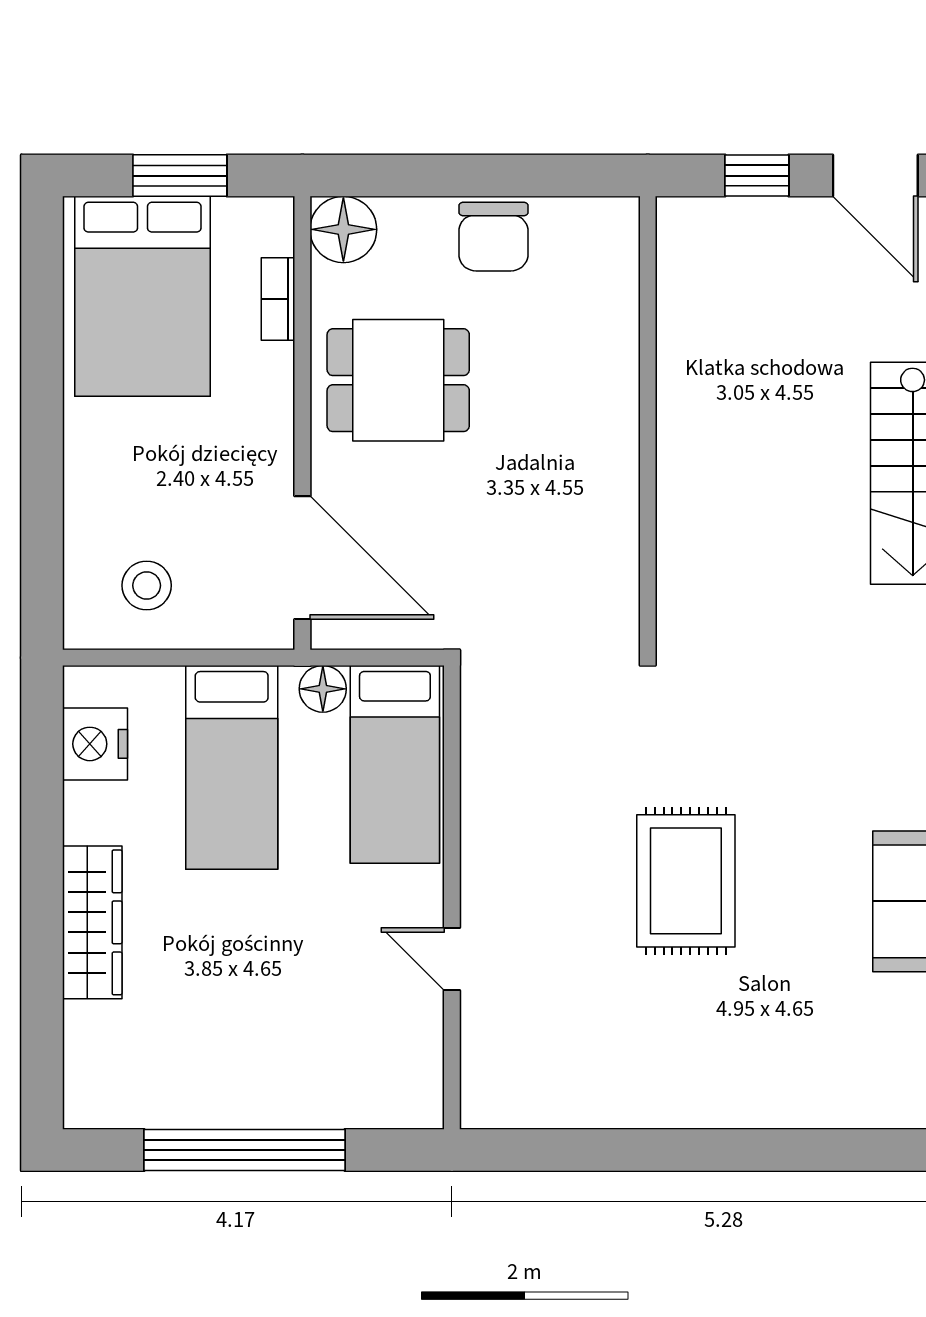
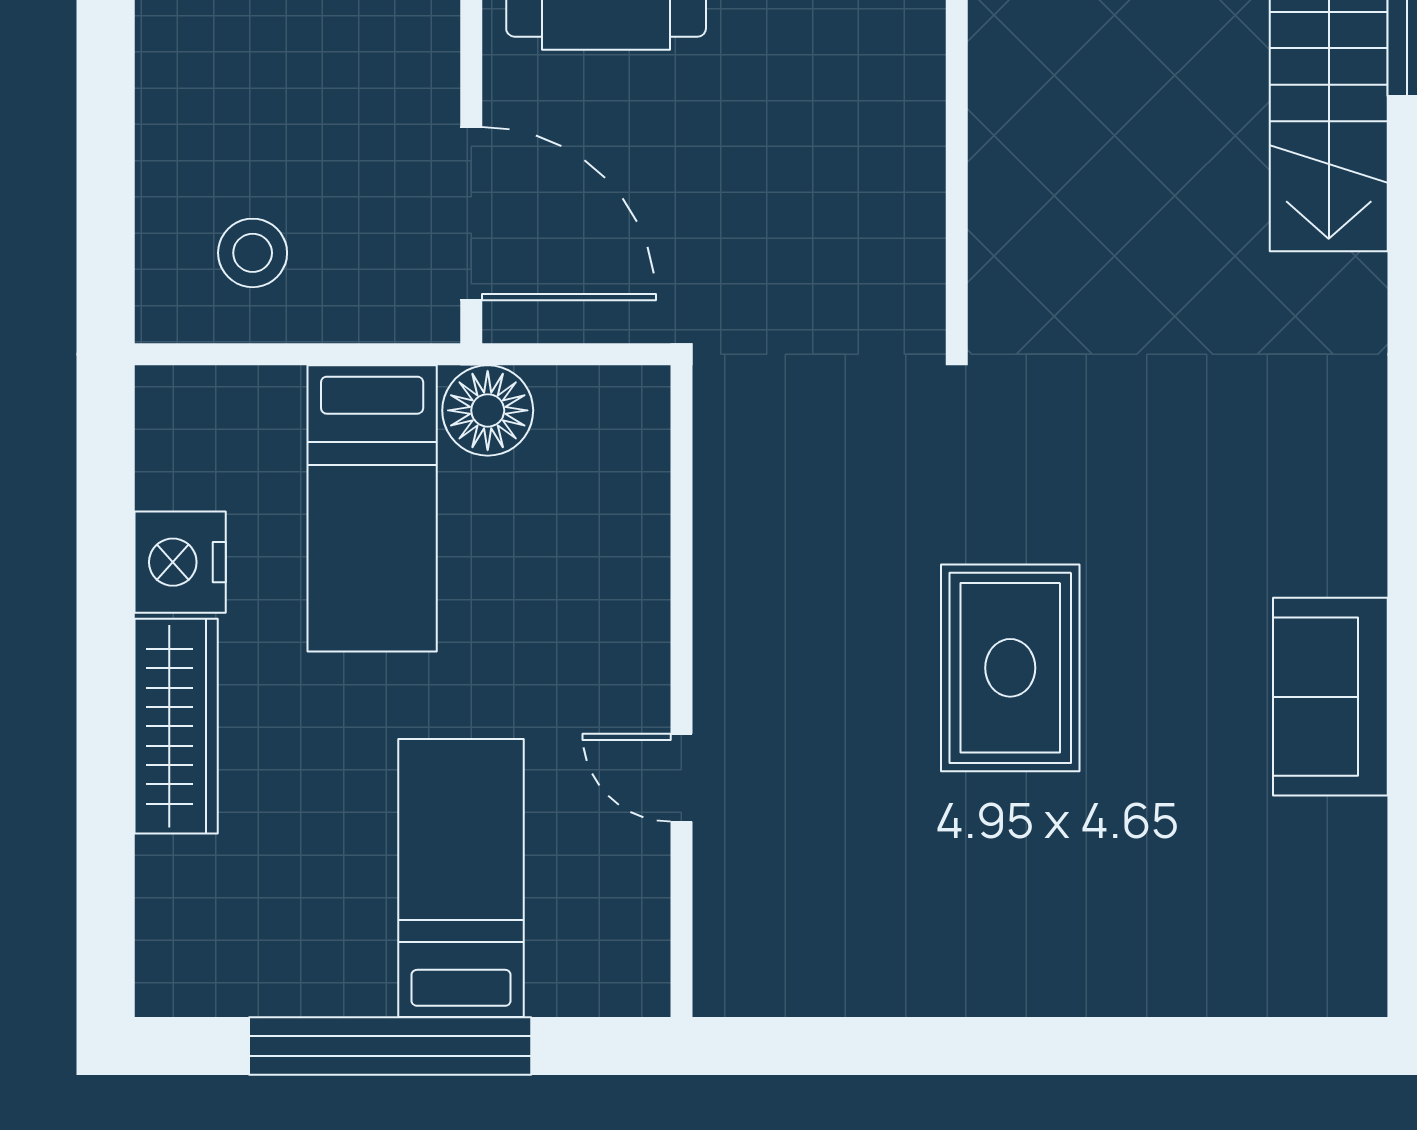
floor lamp: (323, 689) -> (488, 410), width x1.38, depth x1.38
nightstand: (95, 744) -> (180, 562), moved
bed: (395, 764) -> (461, 878), moved, turned 180

